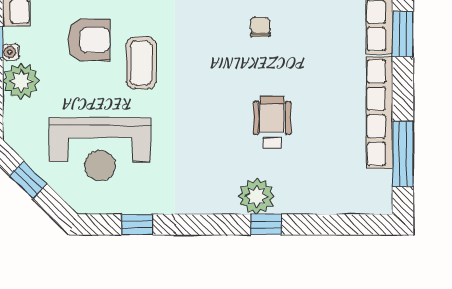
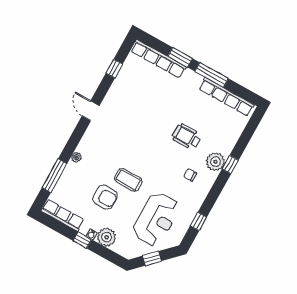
chair: (260, 27) -> (190, 175), moved
armchair: (89, 40) -> (105, 197), turned 90
row of seats: (379, 113) -> (226, 97), moved
window: (403, 154) -> (211, 75), moved

